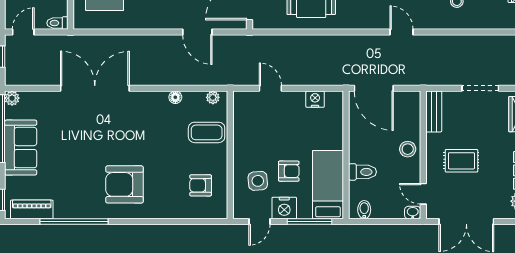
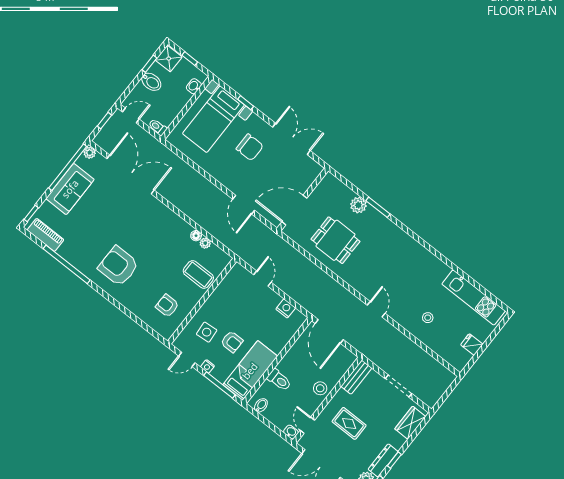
double door: (95, 88) -> (130, 174), moved
plant: (213, 97) -> (205, 243), moved
nightstand: (284, 208) -> (207, 366), width x0.53, depth x0.56

